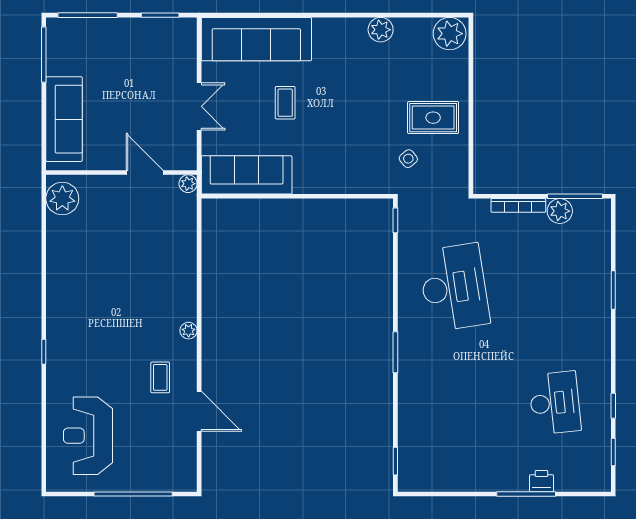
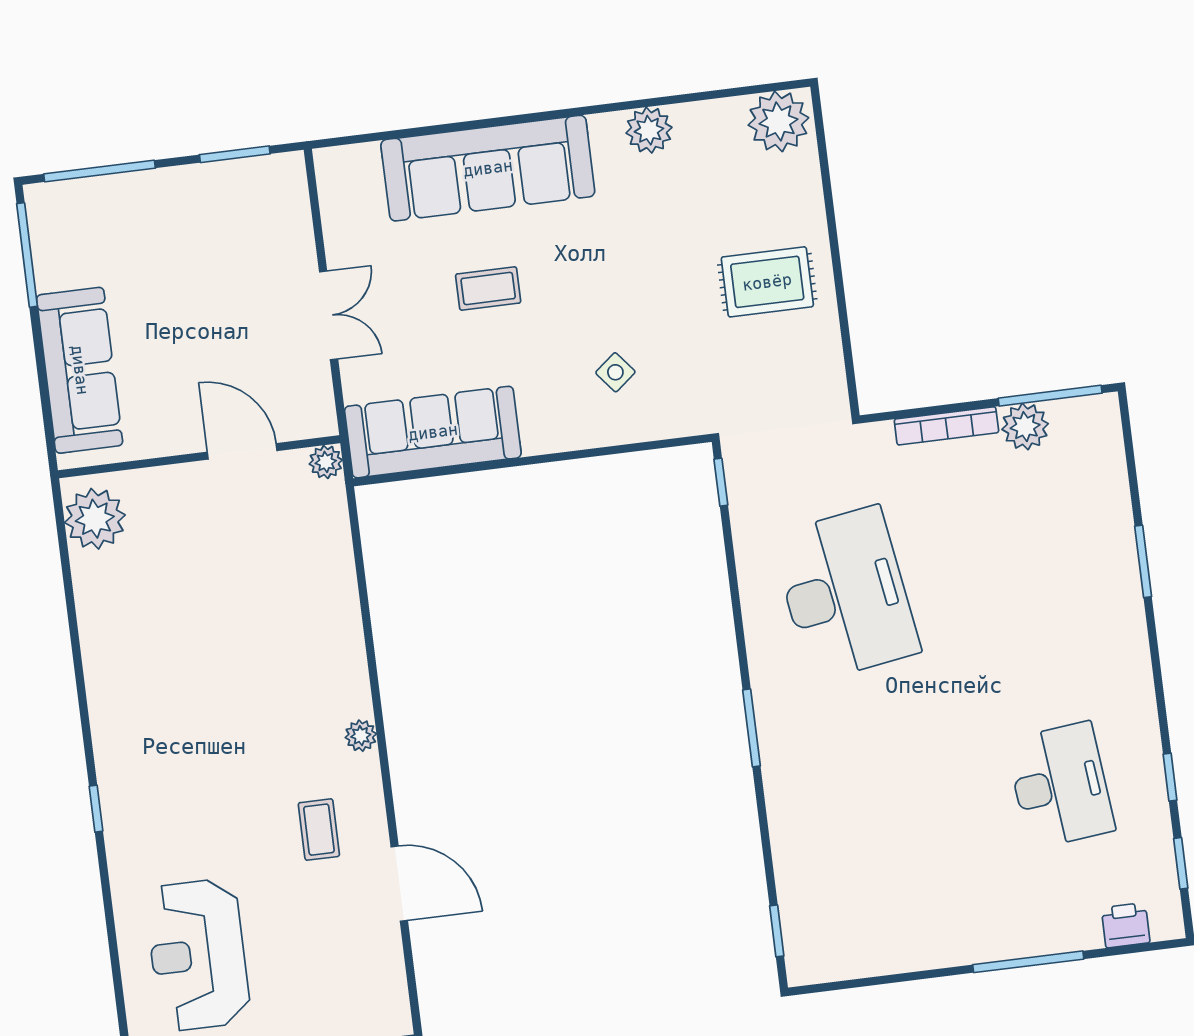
sofa: (256, 39) -> (488, 168), moved
coffee table: (285, 103) -> (488, 289), turned 90
side table: (408, 159) -> (615, 372), moved
printer: (542, 481) -> (1126, 925), moved

